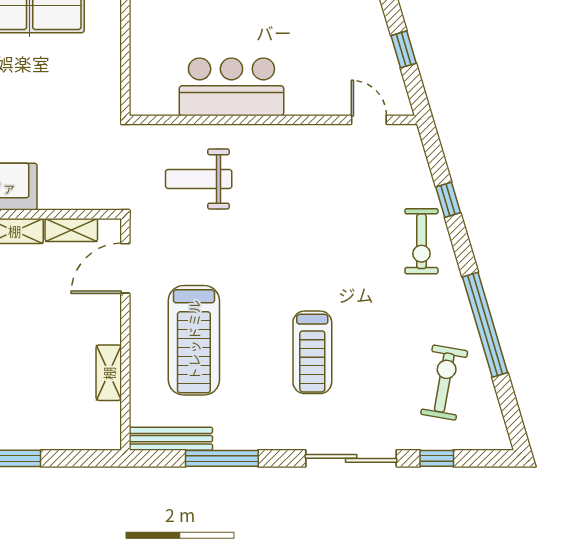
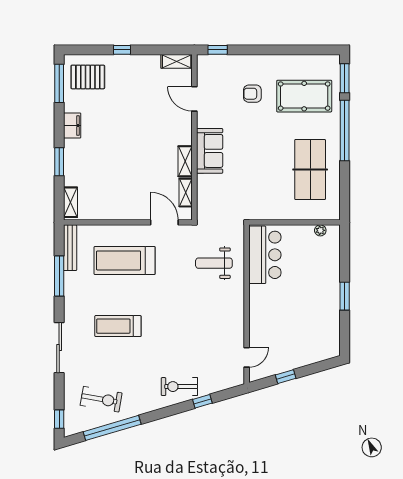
bar counter: (231, 87) -> (265, 255), moved
weight bench: (199, 179) -> (214, 263), turned -90
window: (485, 325) -> (112, 428), moved
shelving: (109, 373) -> (71, 202), moved, turned 90
window: (437, 458) -> (59, 419), moved

